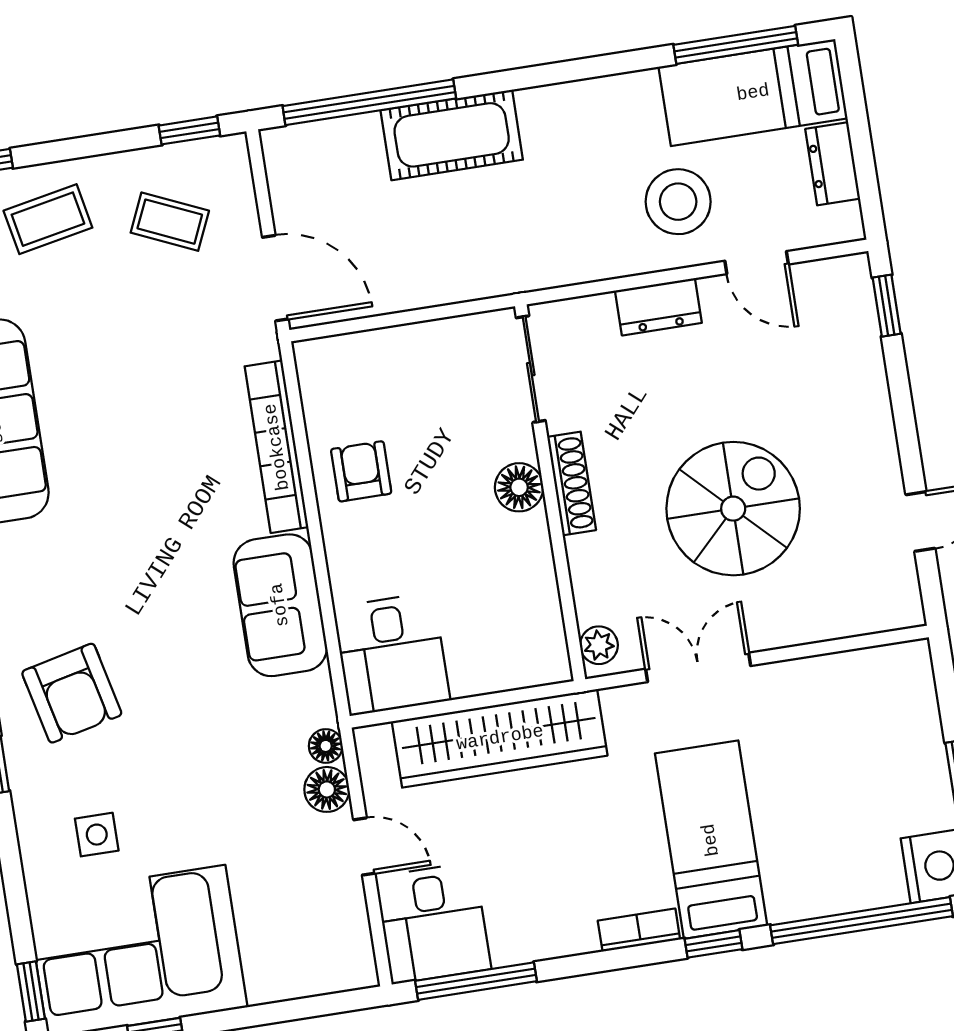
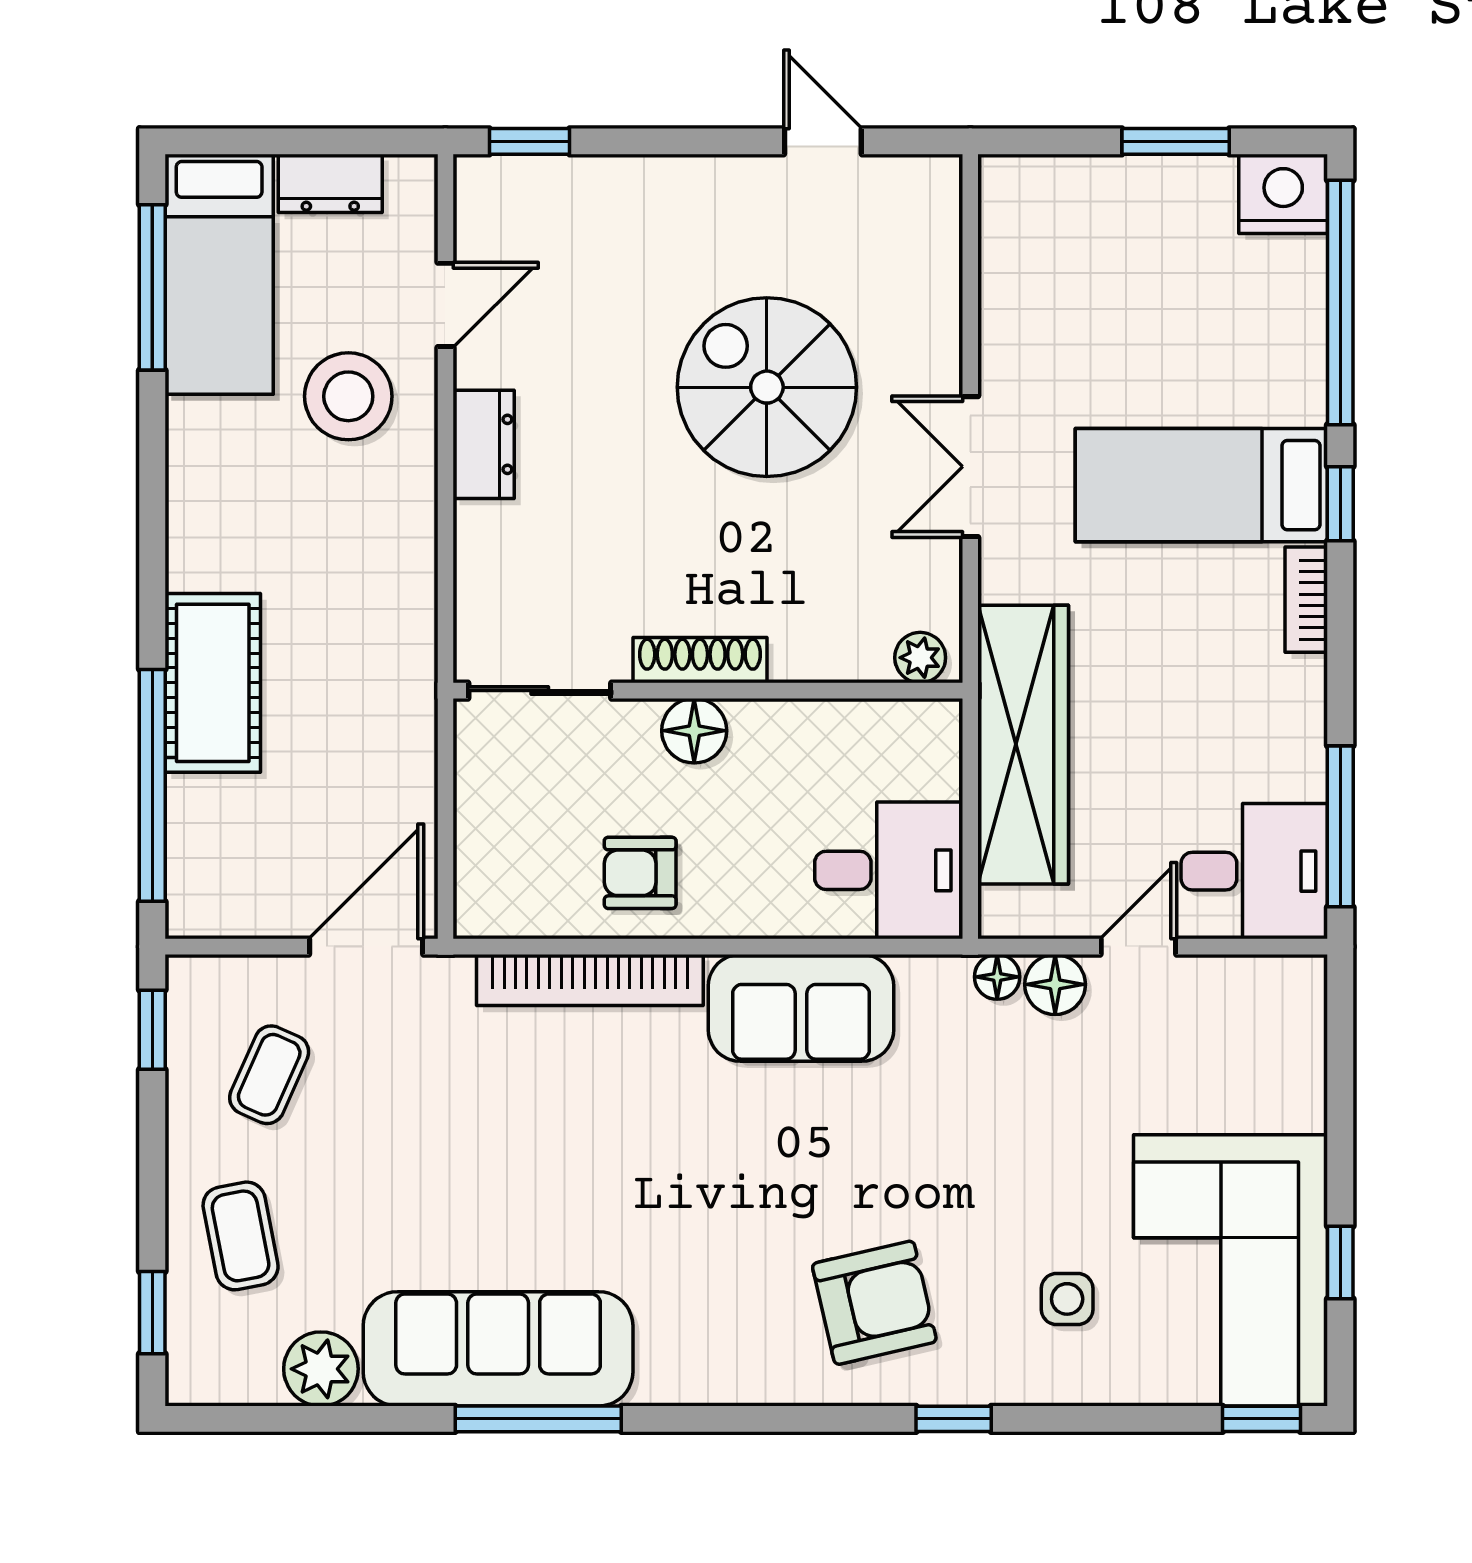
sliding door: (531, 369) -> (540, 691), moved
shoe rack: (572, 483) -> (700, 660), moved
floor lamp: (519, 487) -> (694, 731), moved
wall: (550, 493) -> (708, 691), moved
plant: (599, 645) -> (920, 658), moved

